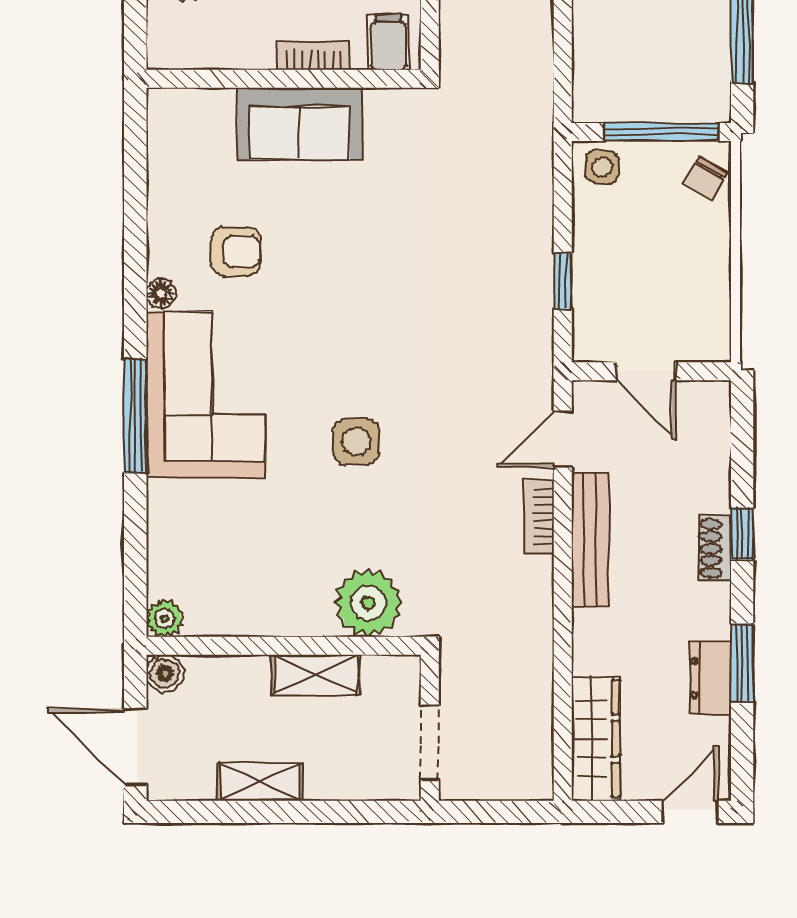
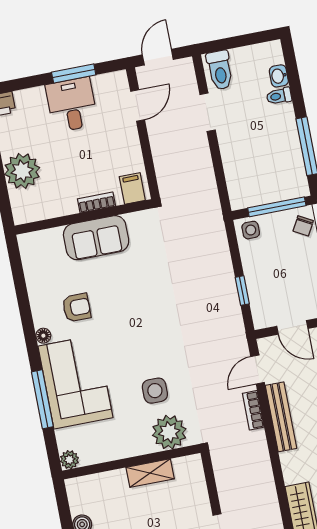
plant: (368, 603) -> (169, 432), moved
plant: (165, 619) -> (69, 460), moved
wall: (284, 646) -> (131, 462), moved
shelving: (316, 675) -> (150, 473), moved

